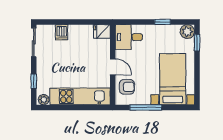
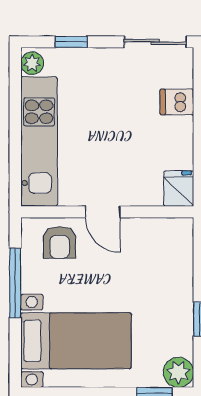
desk: (129, 37) -> (167, 247), removed
door: (113, 67) -> (103, 212), hinge flipped

